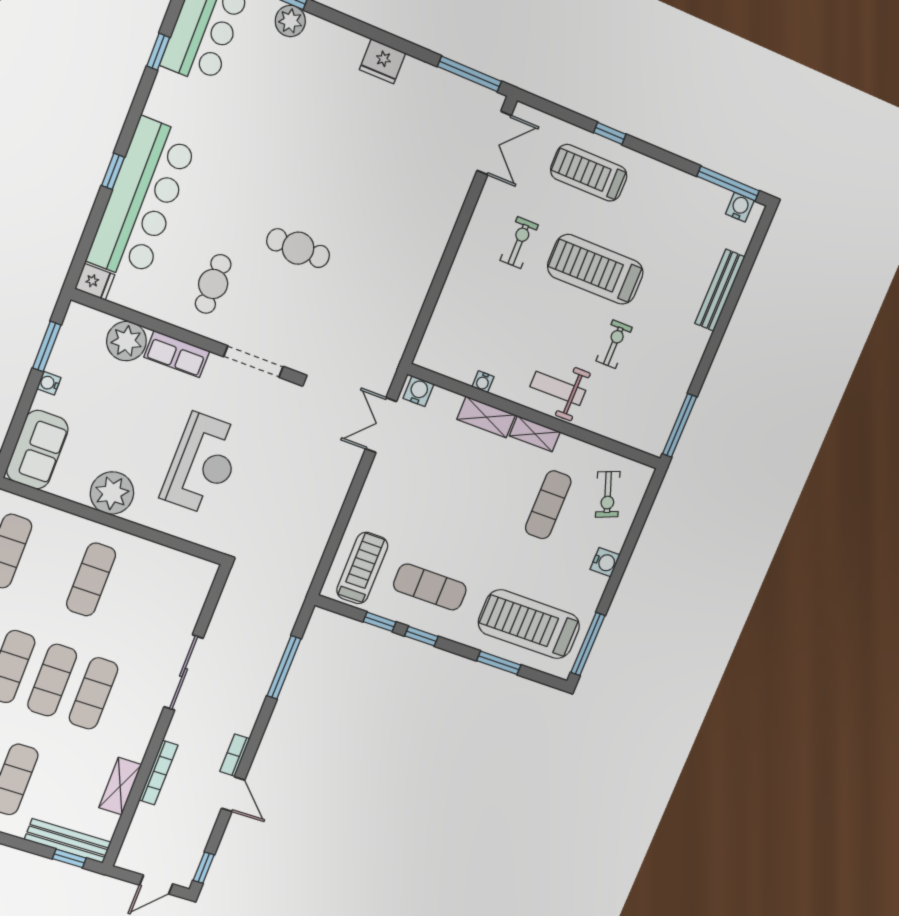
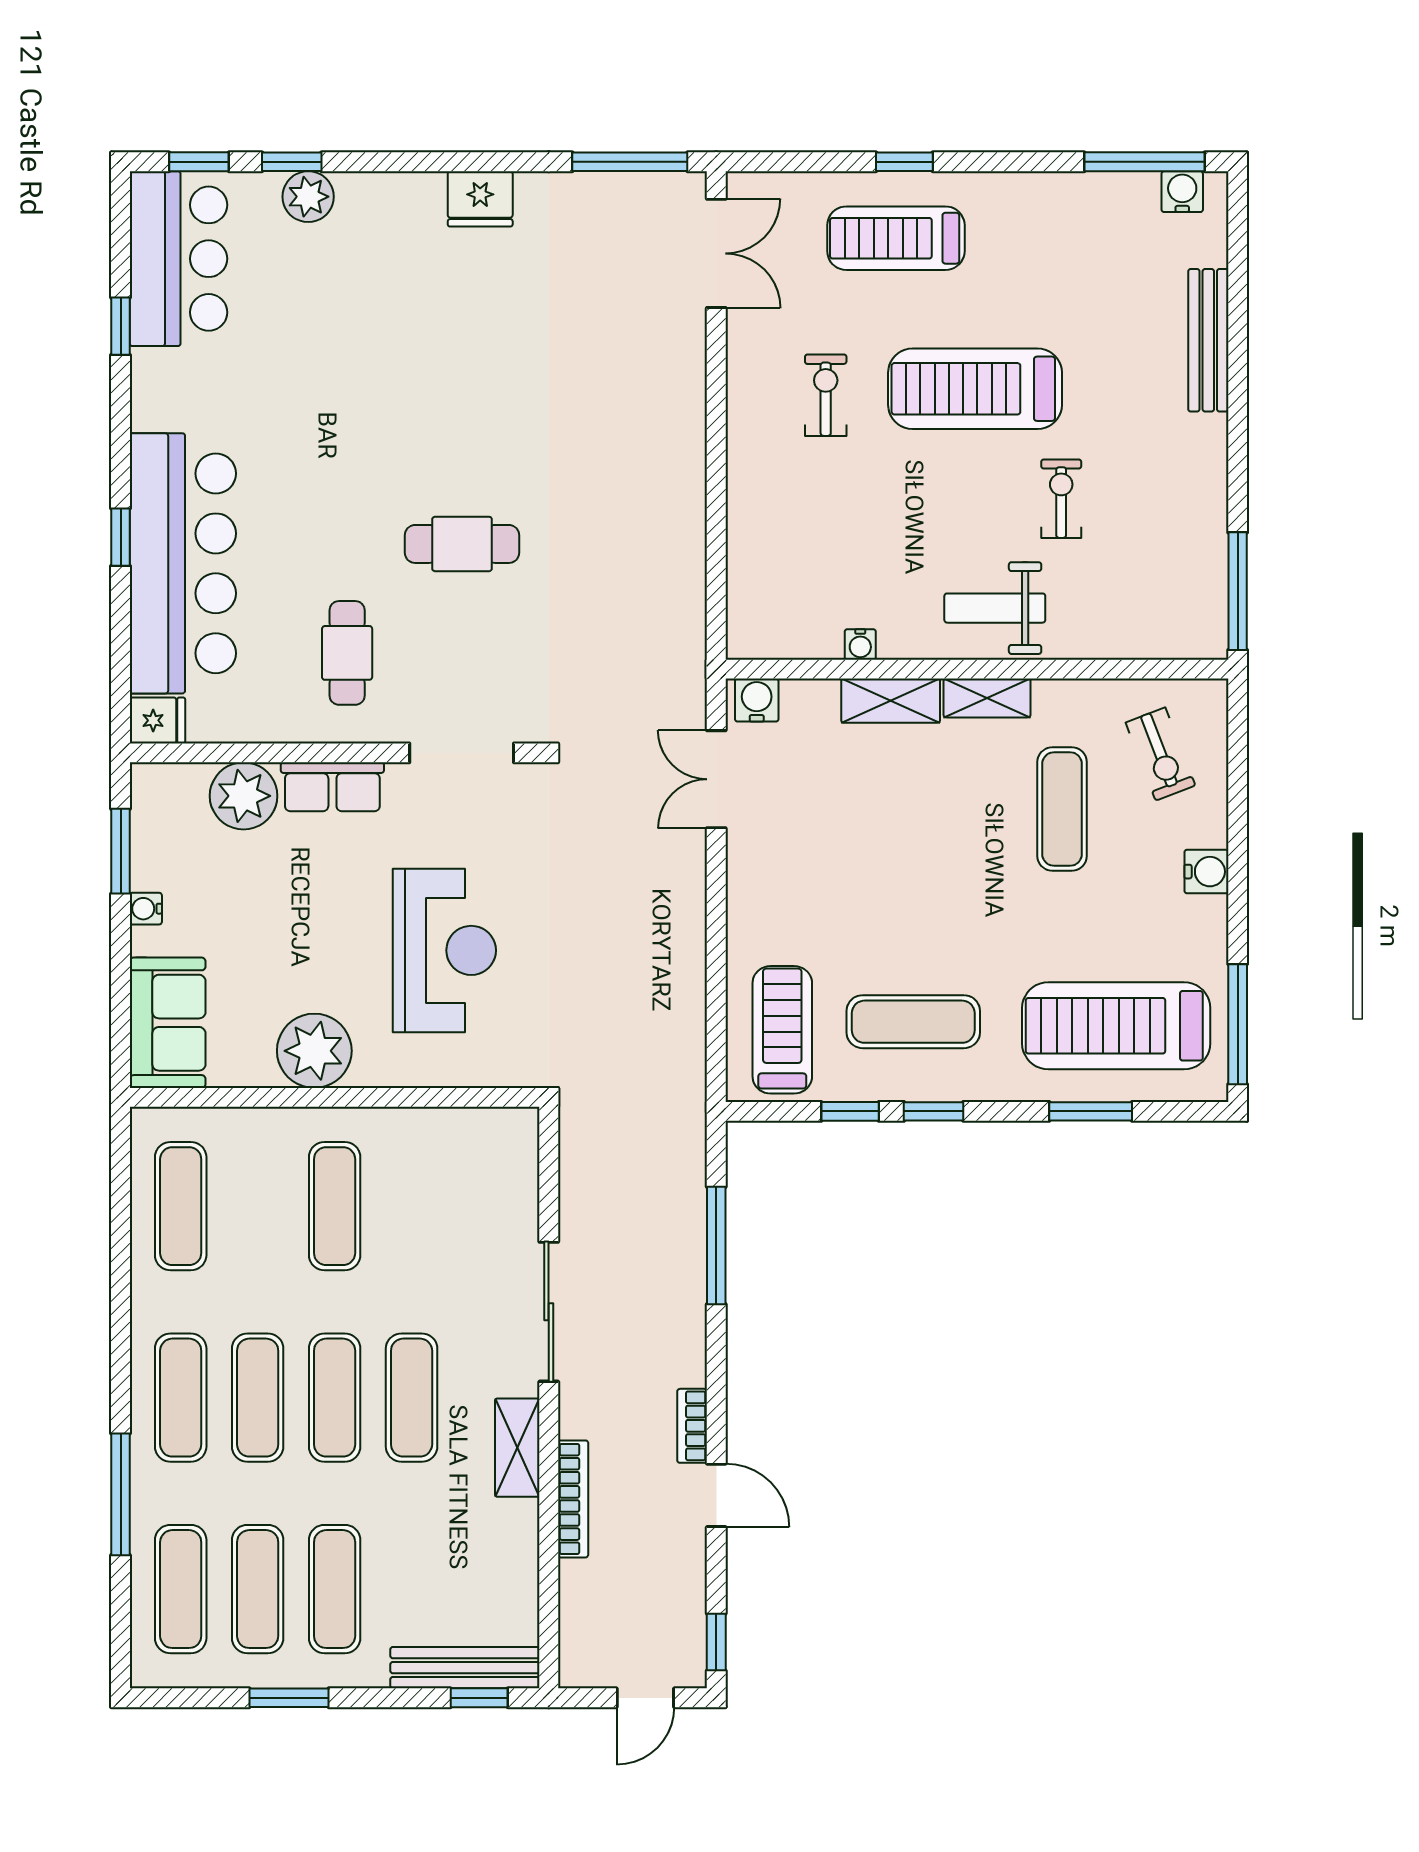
shelving: (120, 786) -> (517, 1448), moved

